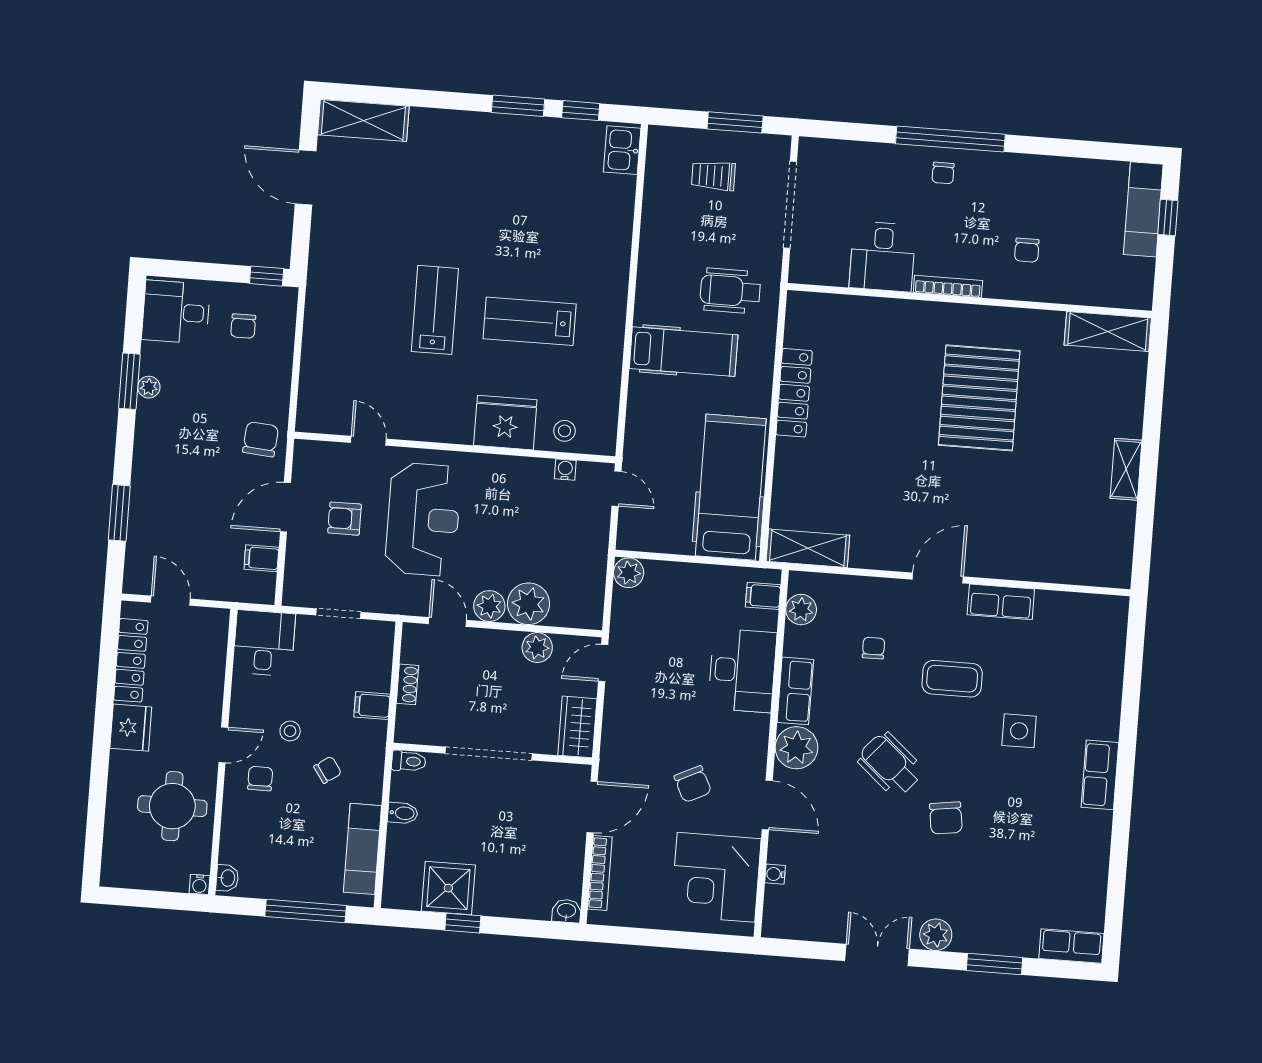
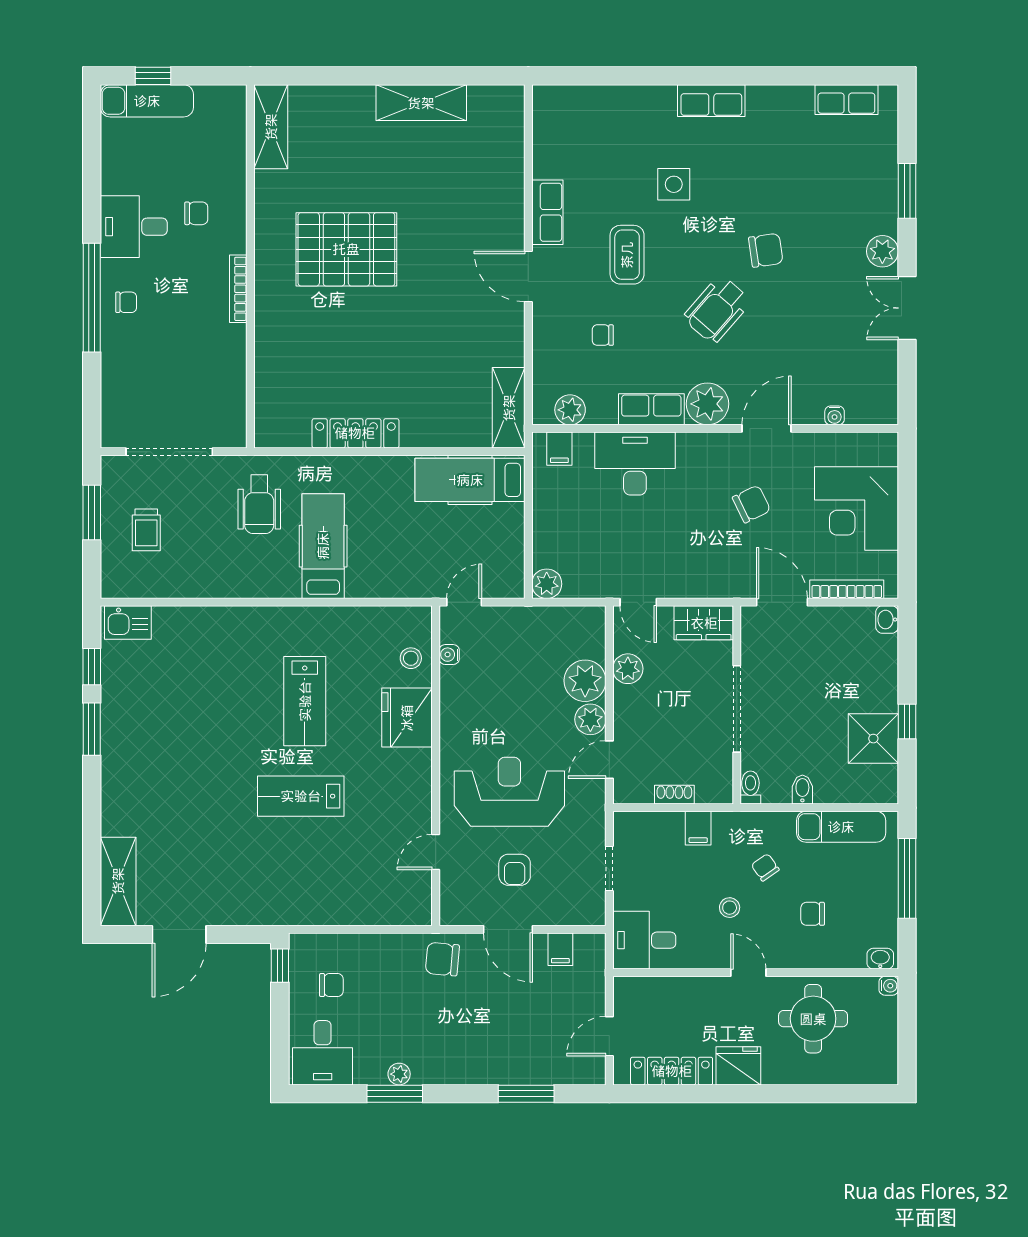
desk: (883, 257) -> (134, 227), moved, turned 180
shelving: (1126, 469) -> (421, 103), width x1.50, depth x1.33
hospital bed: (731, 487) -> (470, 480), width x0.73, depth x0.78
chair: (260, 779) -> (813, 914), moved
corner desk: (716, 877) -> (856, 508), moved, turned 90
row of seats: (1071, 946) -> (846, 100), moved, turned -90

